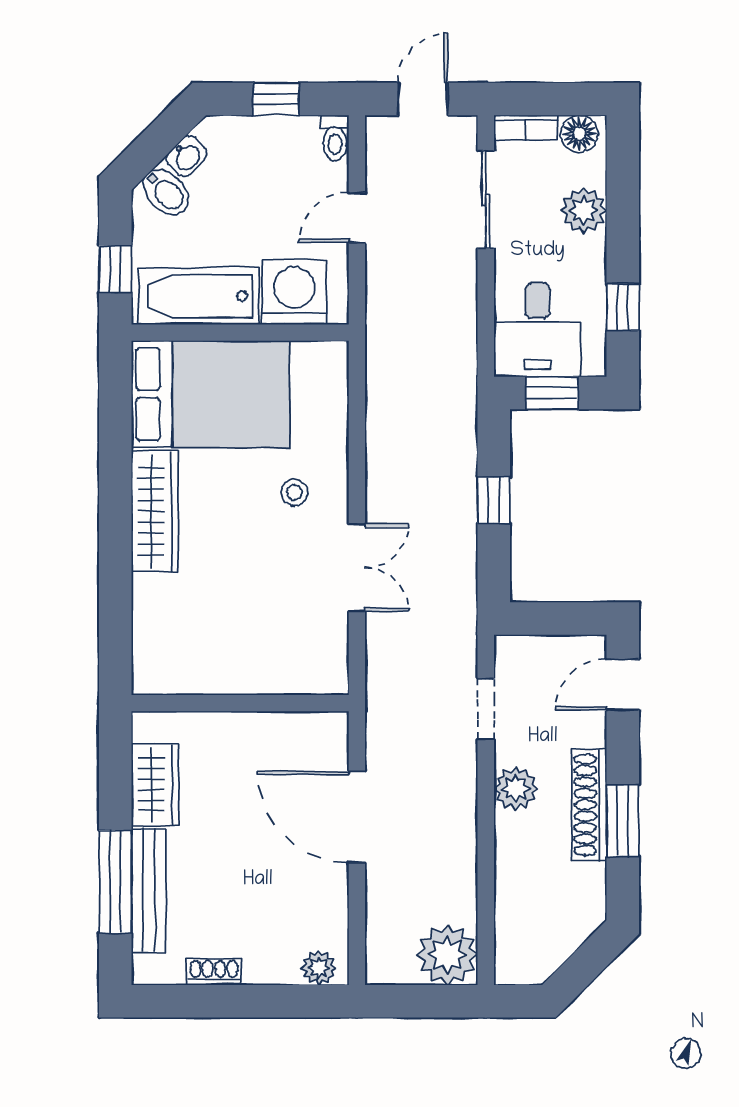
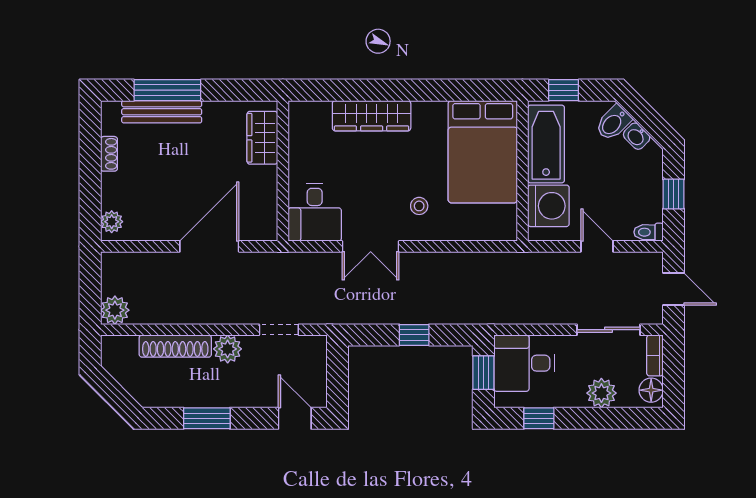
wardrobe: (155, 511) -> (372, 116), moved
desk: (304, 654) -> (315, 212), added
wardrobe: (155, 785) -> (262, 138), moved, turned 90
shoe rack: (589, 805) -> (175, 346), moved, turned 180
plant: (447, 955) -> (115, 310), width x0.73, depth x0.73

